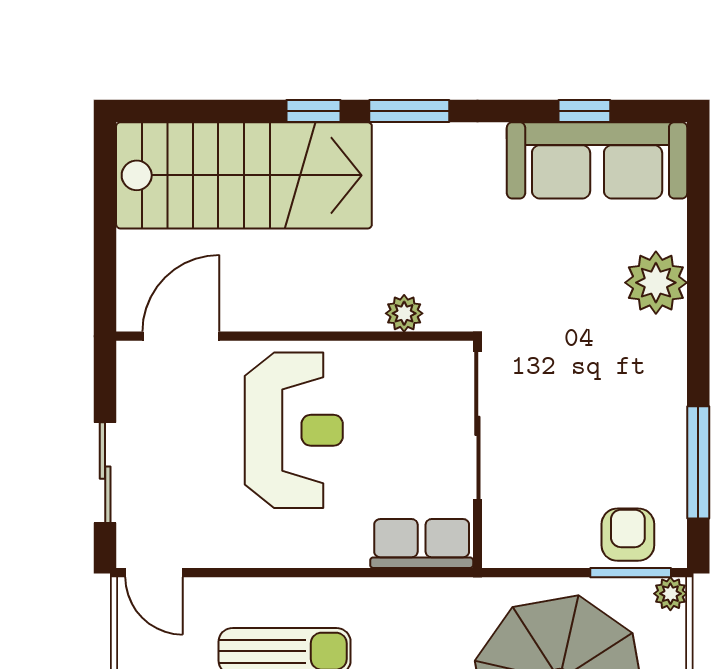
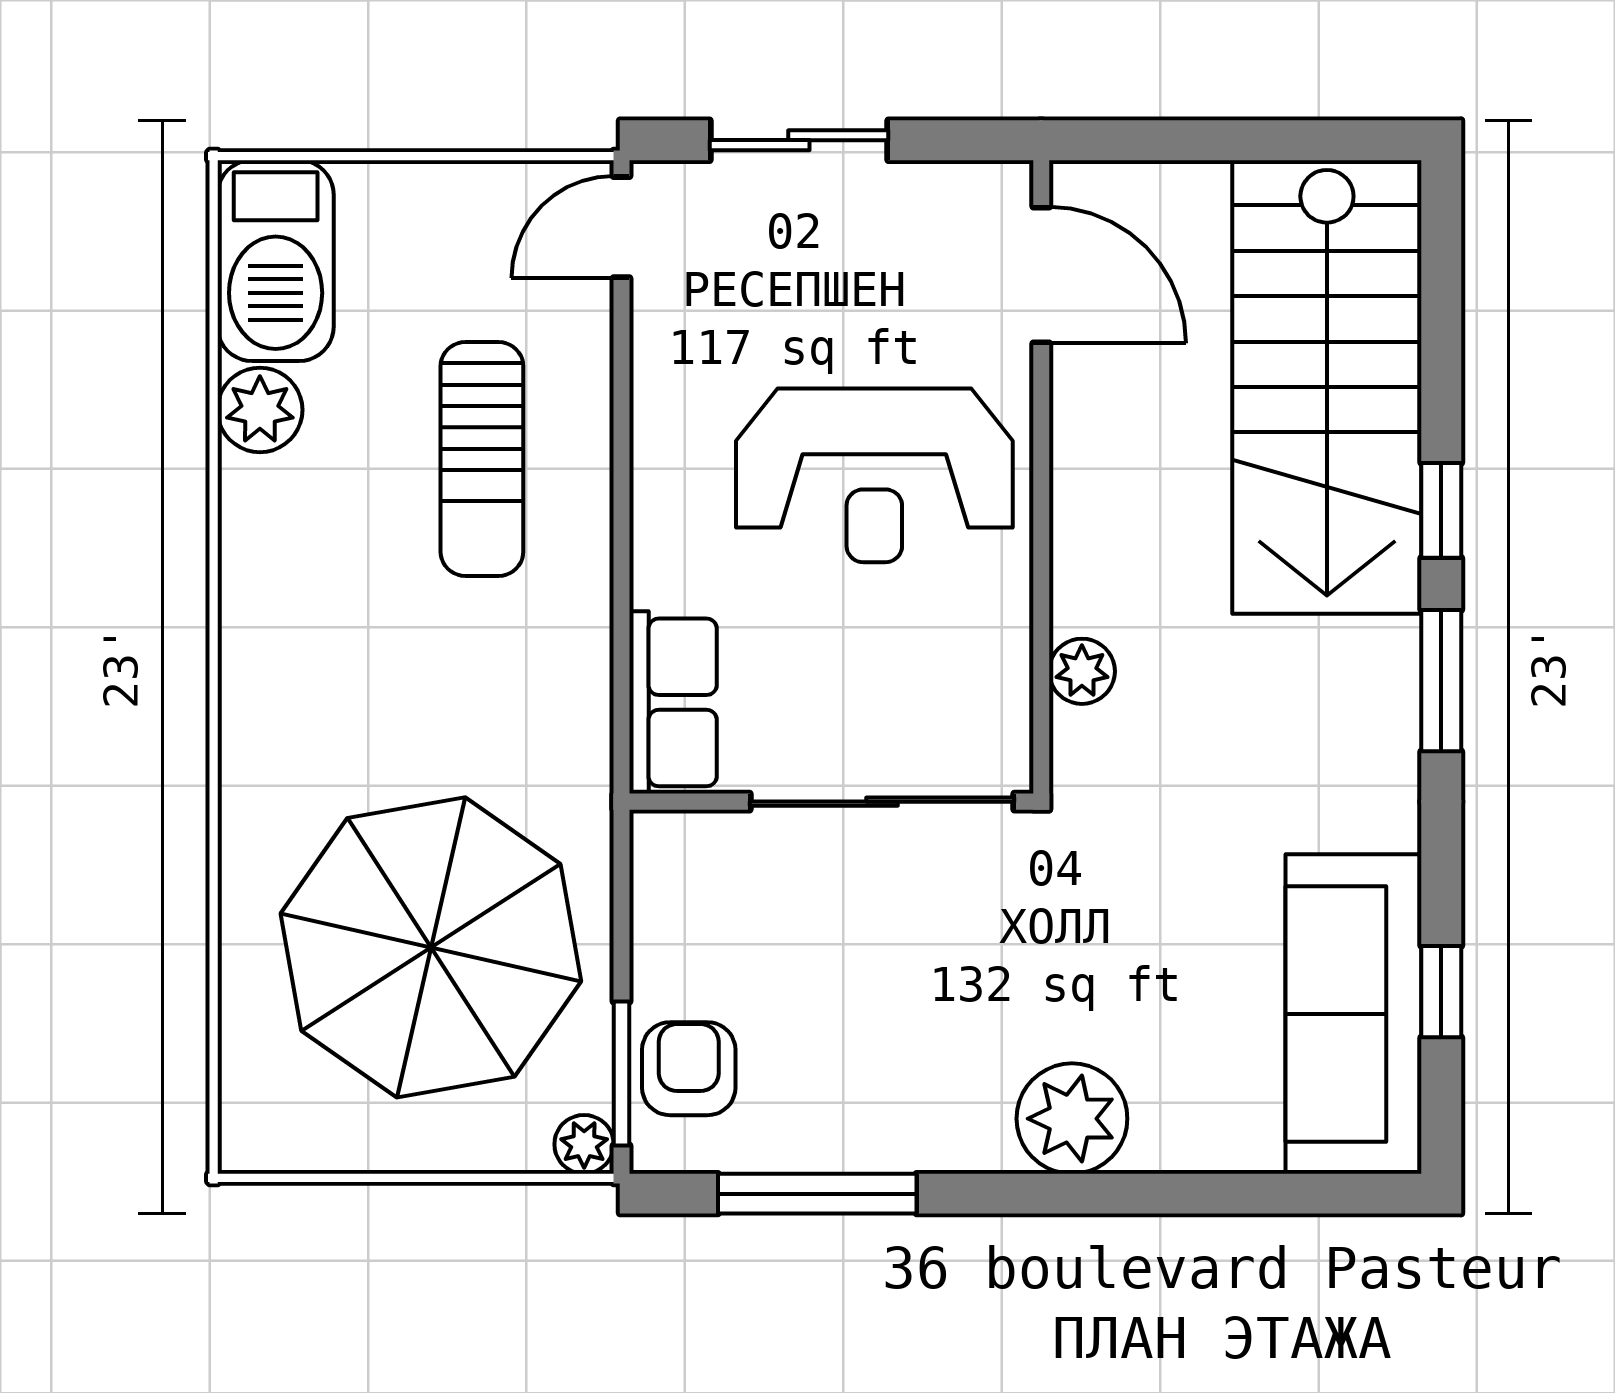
plant: (656, 283) -> (1072, 1119), moved
armchair: (628, 535) -> (689, 1069), turned -90

